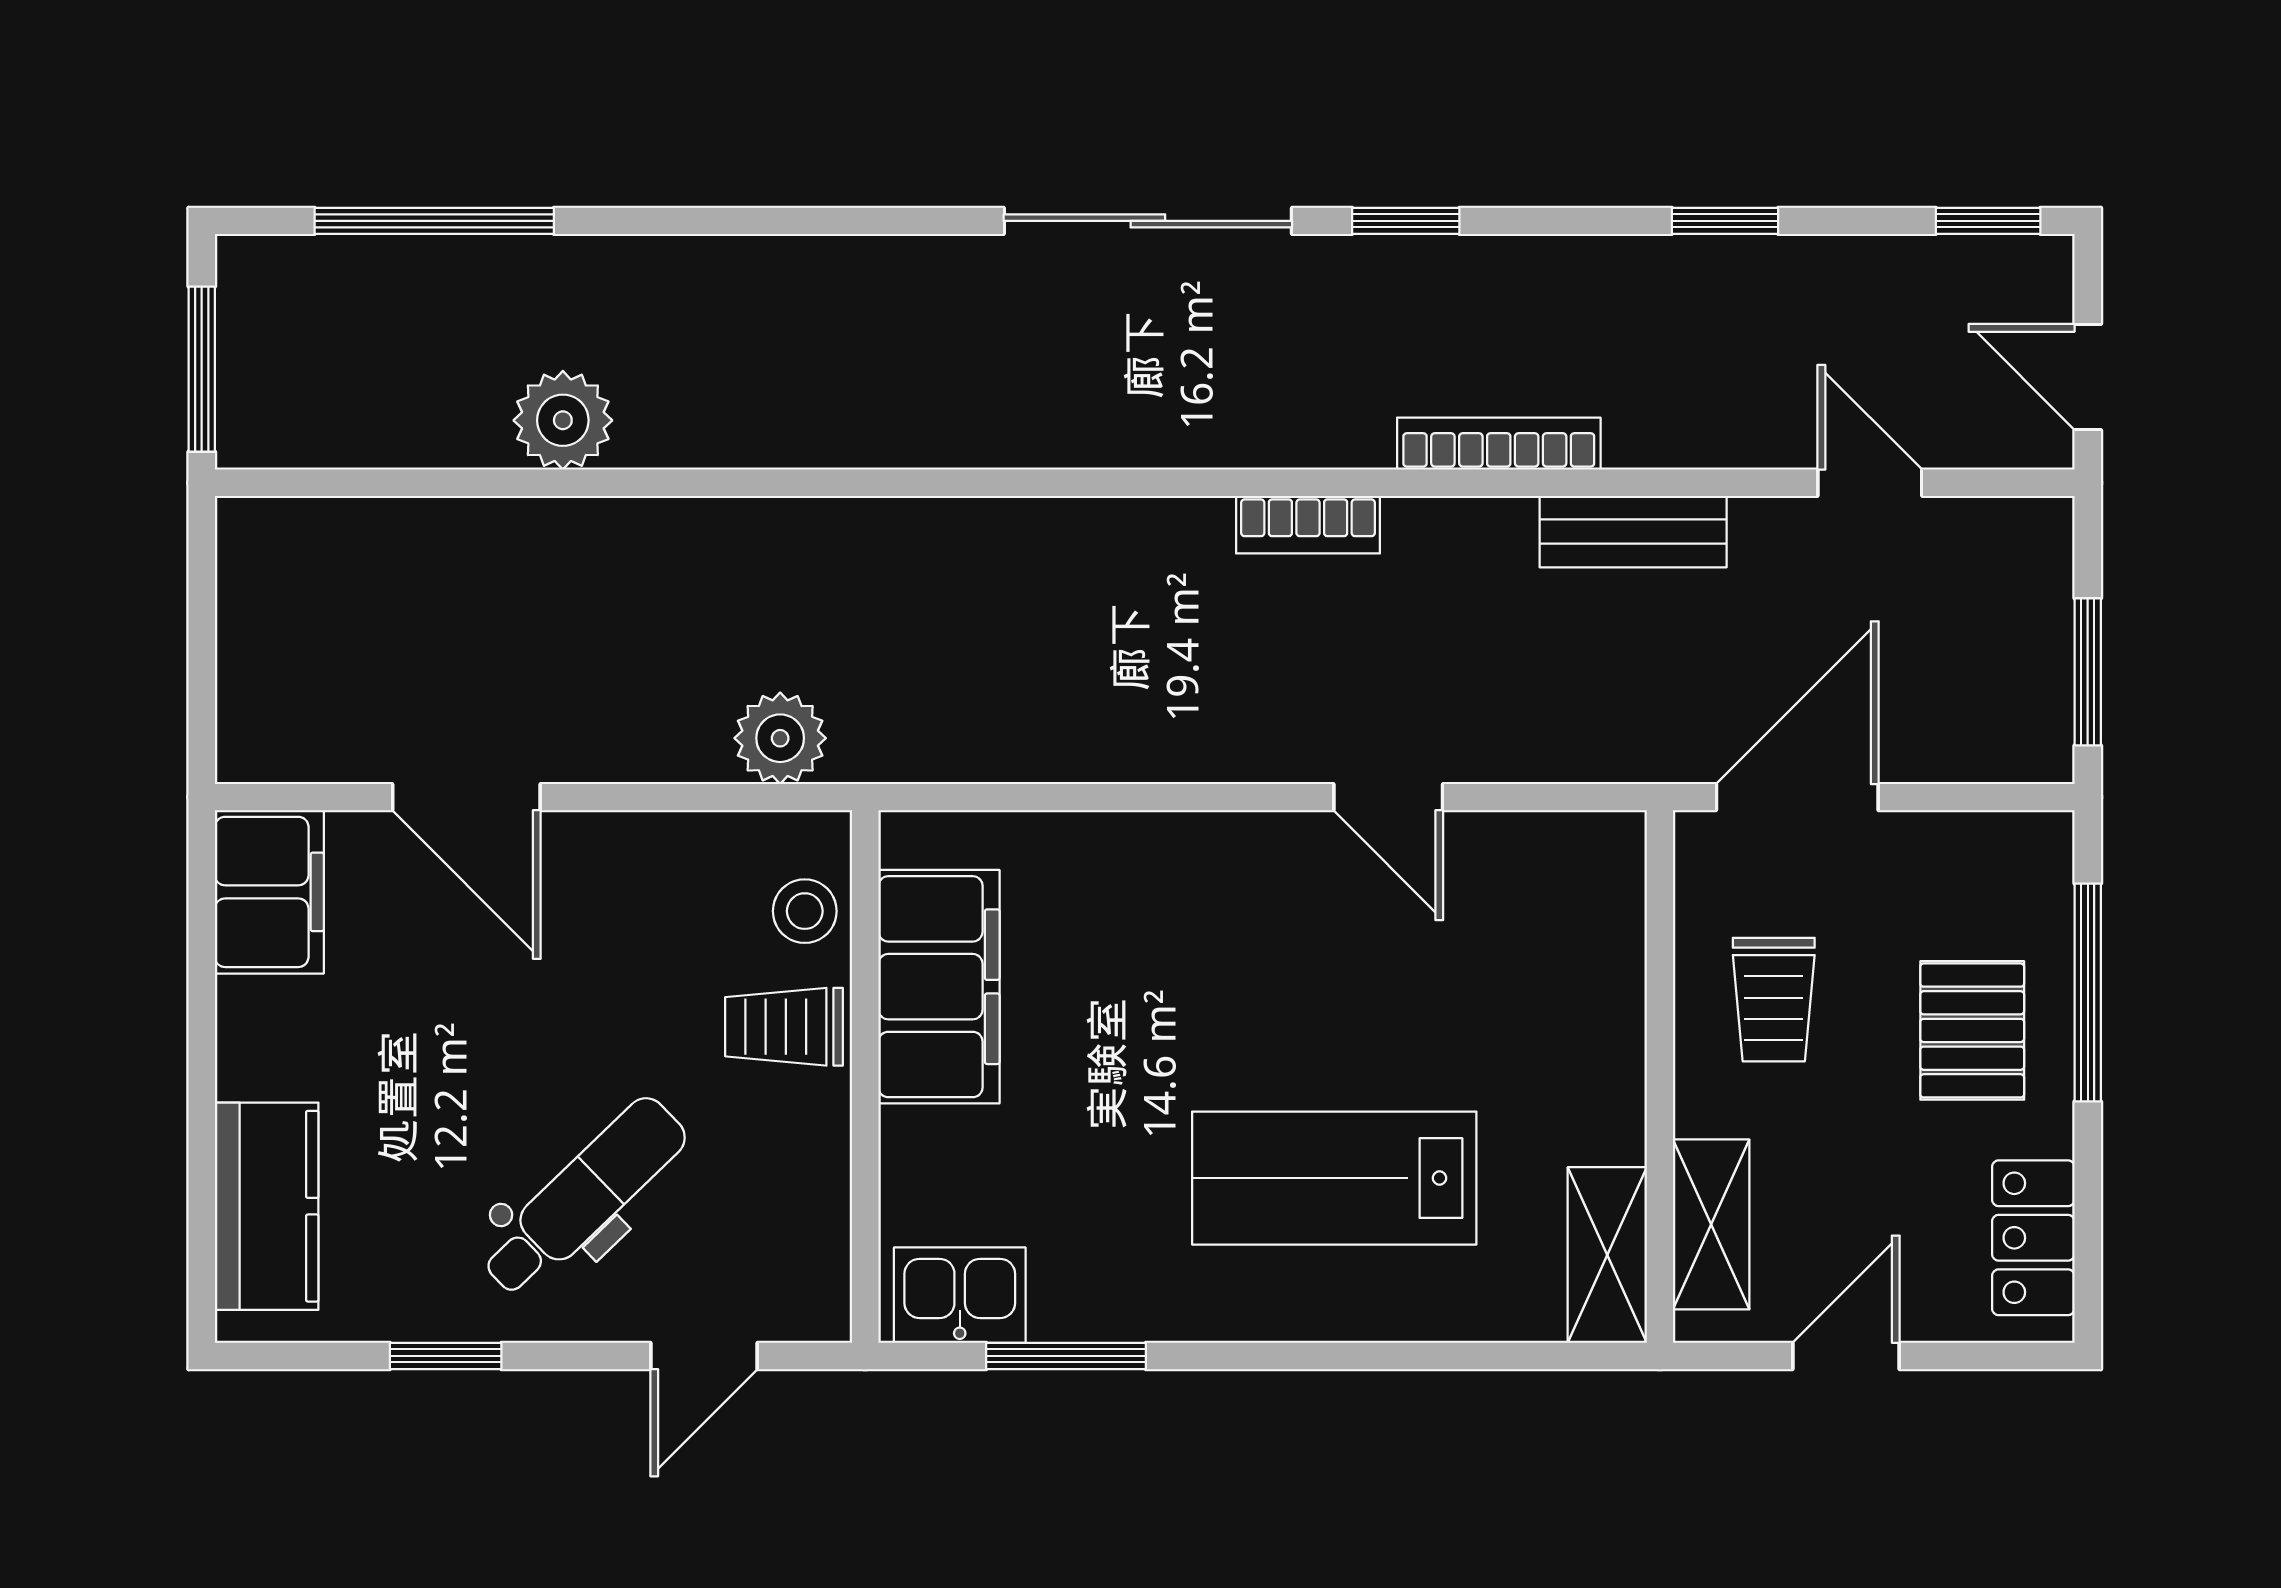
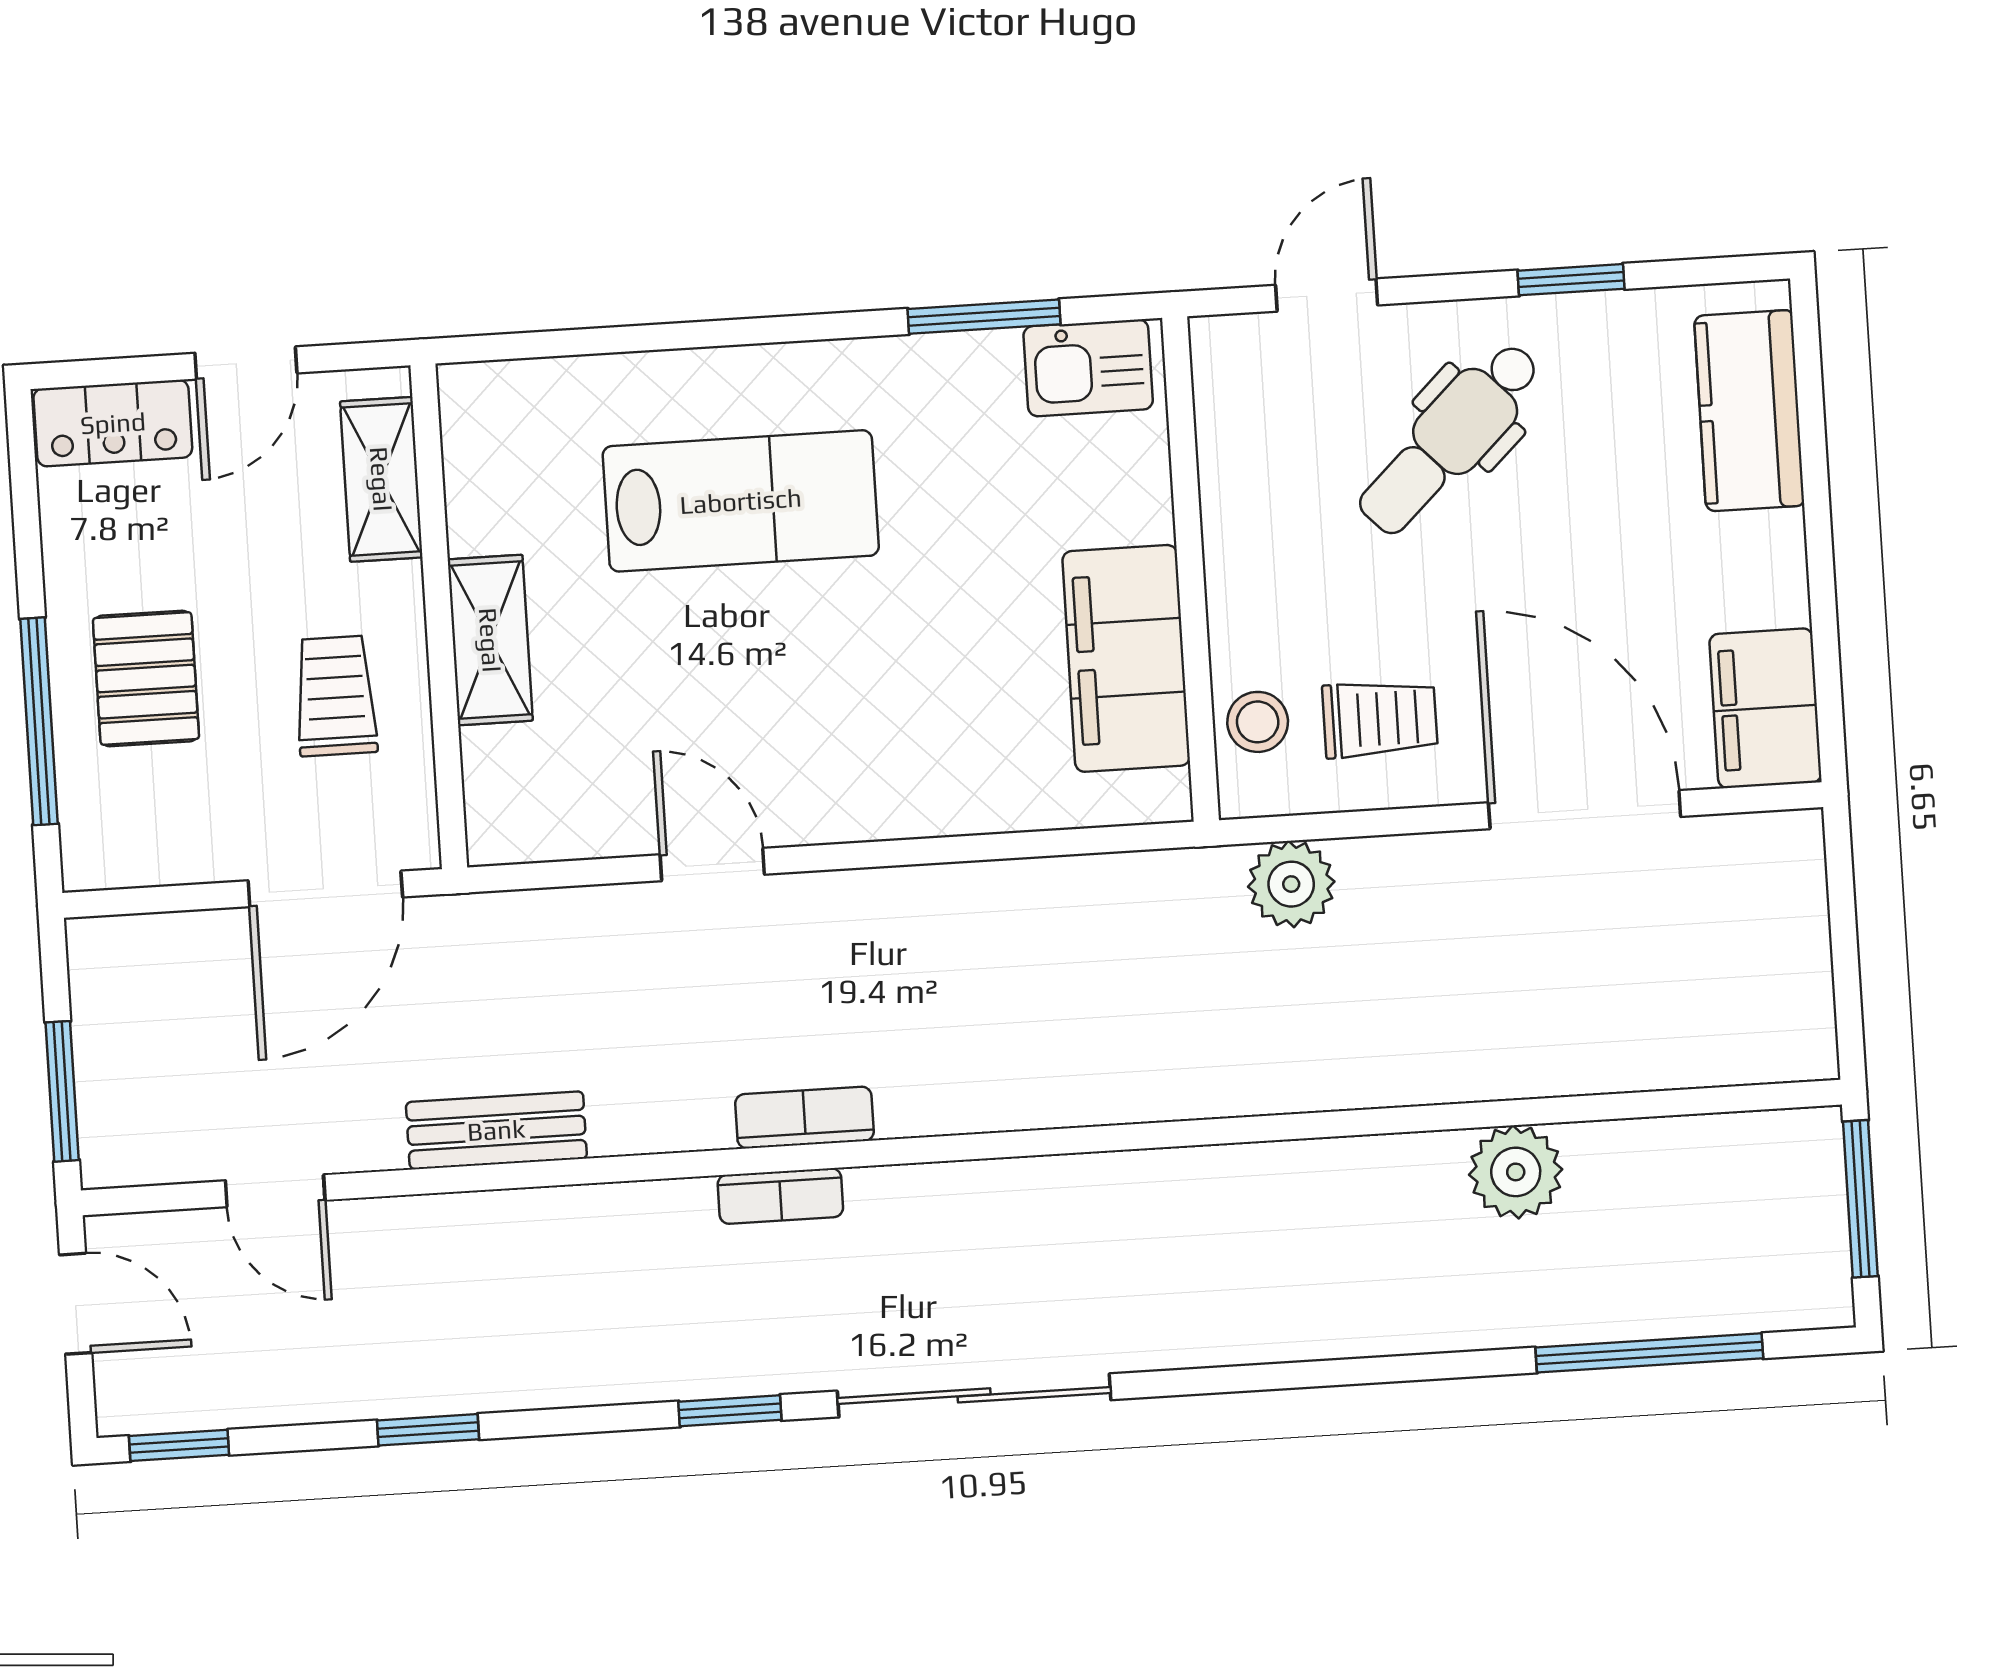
bookcase: (1499, 444) -> (780, 1196), moved, width x0.64
window: (2088, 672) -> (62, 1091), moved
door: (466, 797) -> (1585, 810), width x1.36
trolley: (784, 1027) -> (1380, 719), moved
locker: (2033, 1238) -> (113, 423), moved, turned 90
shelving: (1607, 1255) -> (490, 640), moved

